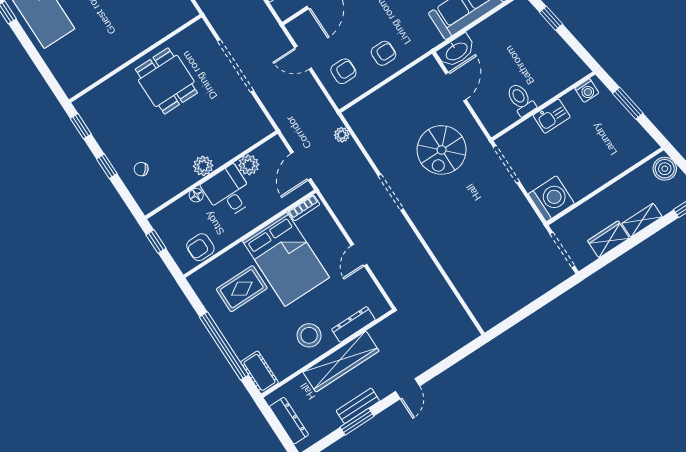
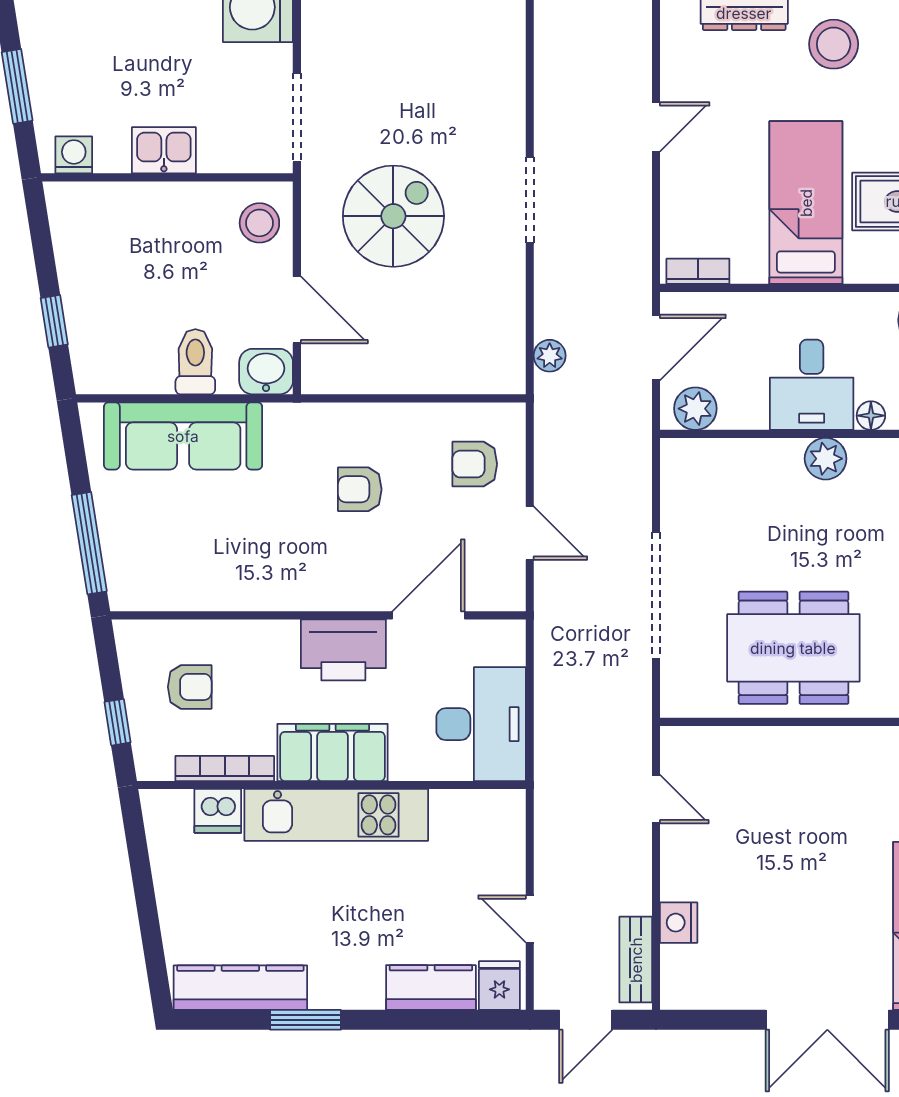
washbasin: (456, 51) -> (266, 372), width x0.72
armchair: (384, 53) -> (360, 489), moved
dining table: (166, 81) -> (793, 648), width x1.38
door: (456, 87) -> (297, 310), swing flipped
toilet: (521, 100) -> (195, 362), moved, turned 180
stool: (494, 112) -> (259, 223), added
plant: (249, 165) -> (695, 409), moved
bed: (286, 259) -> (806, 203), width x0.67

